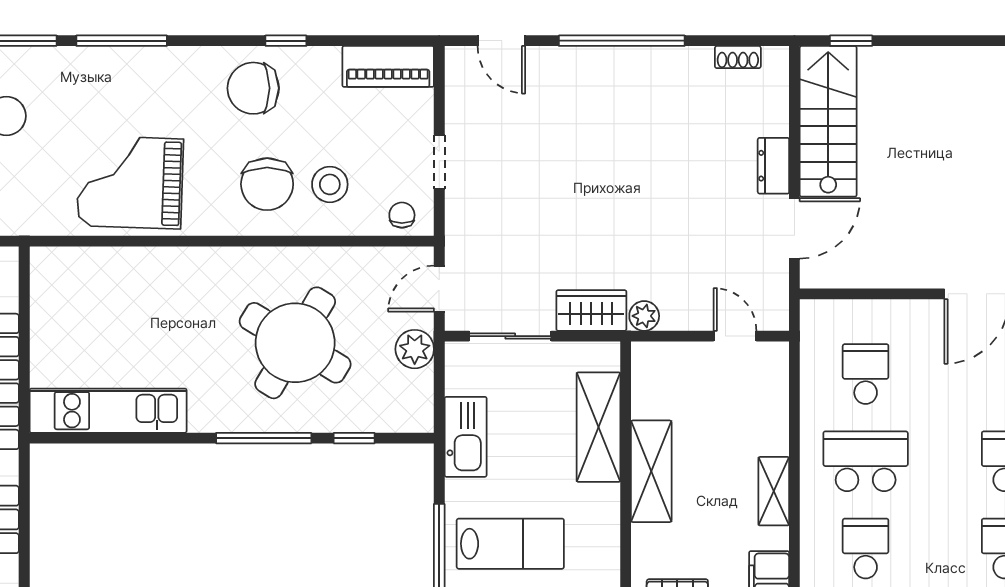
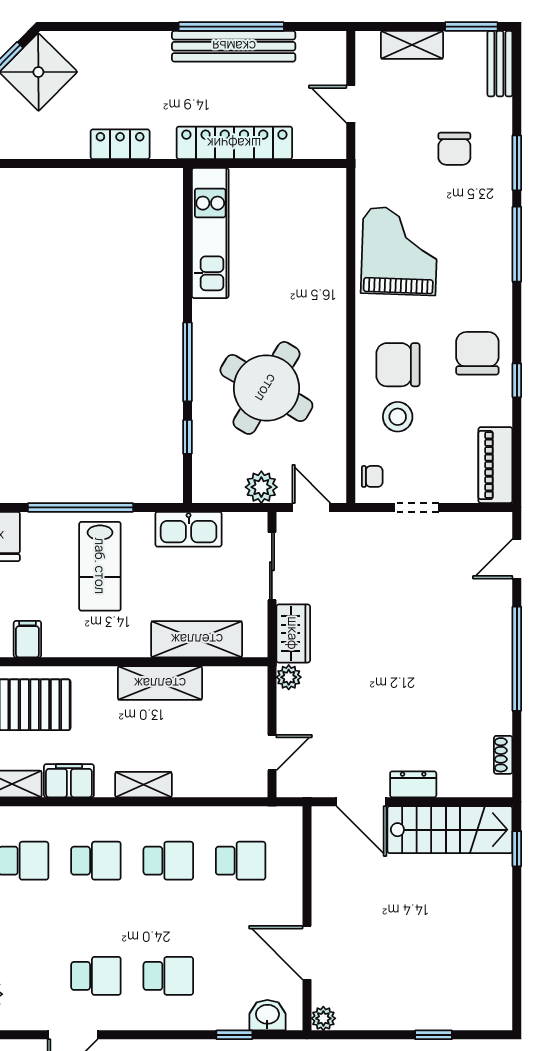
school desk: (866, 461) -> (168, 861), width x0.54

